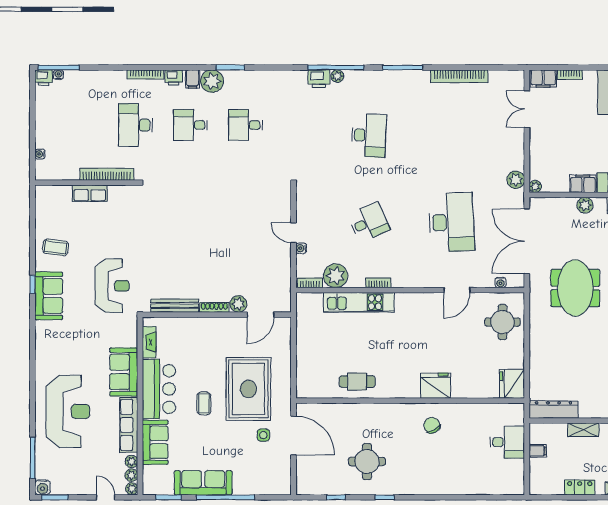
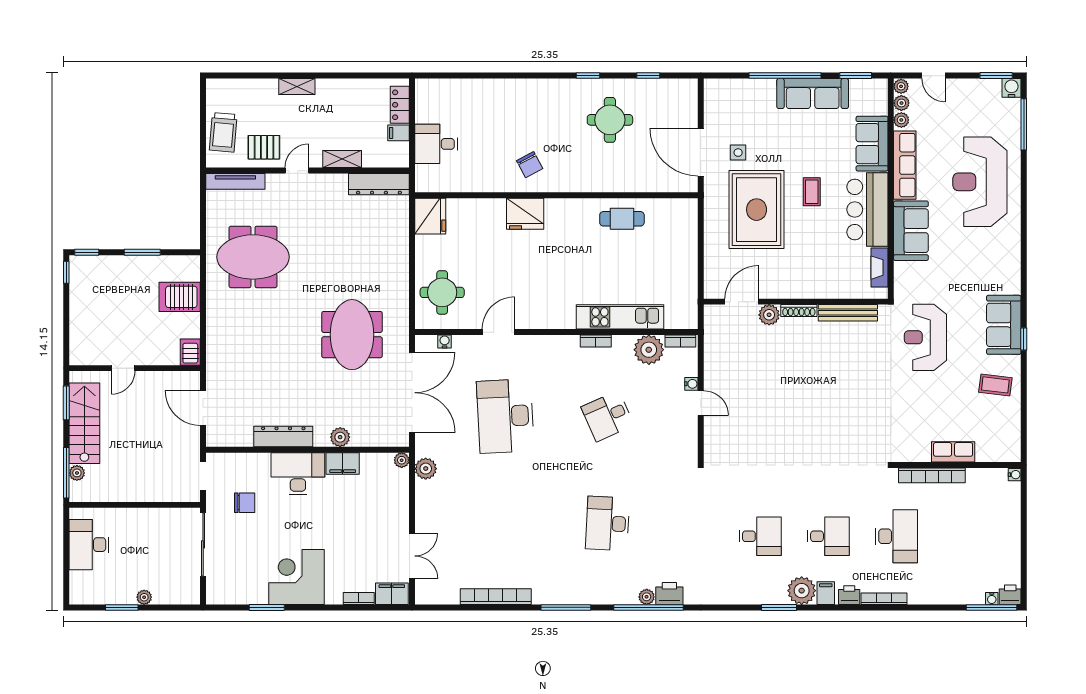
water cooler: (40, 154) -> (1015, 475), moved
locker: (580, 487) -> (400, 105), moved, turned 90

